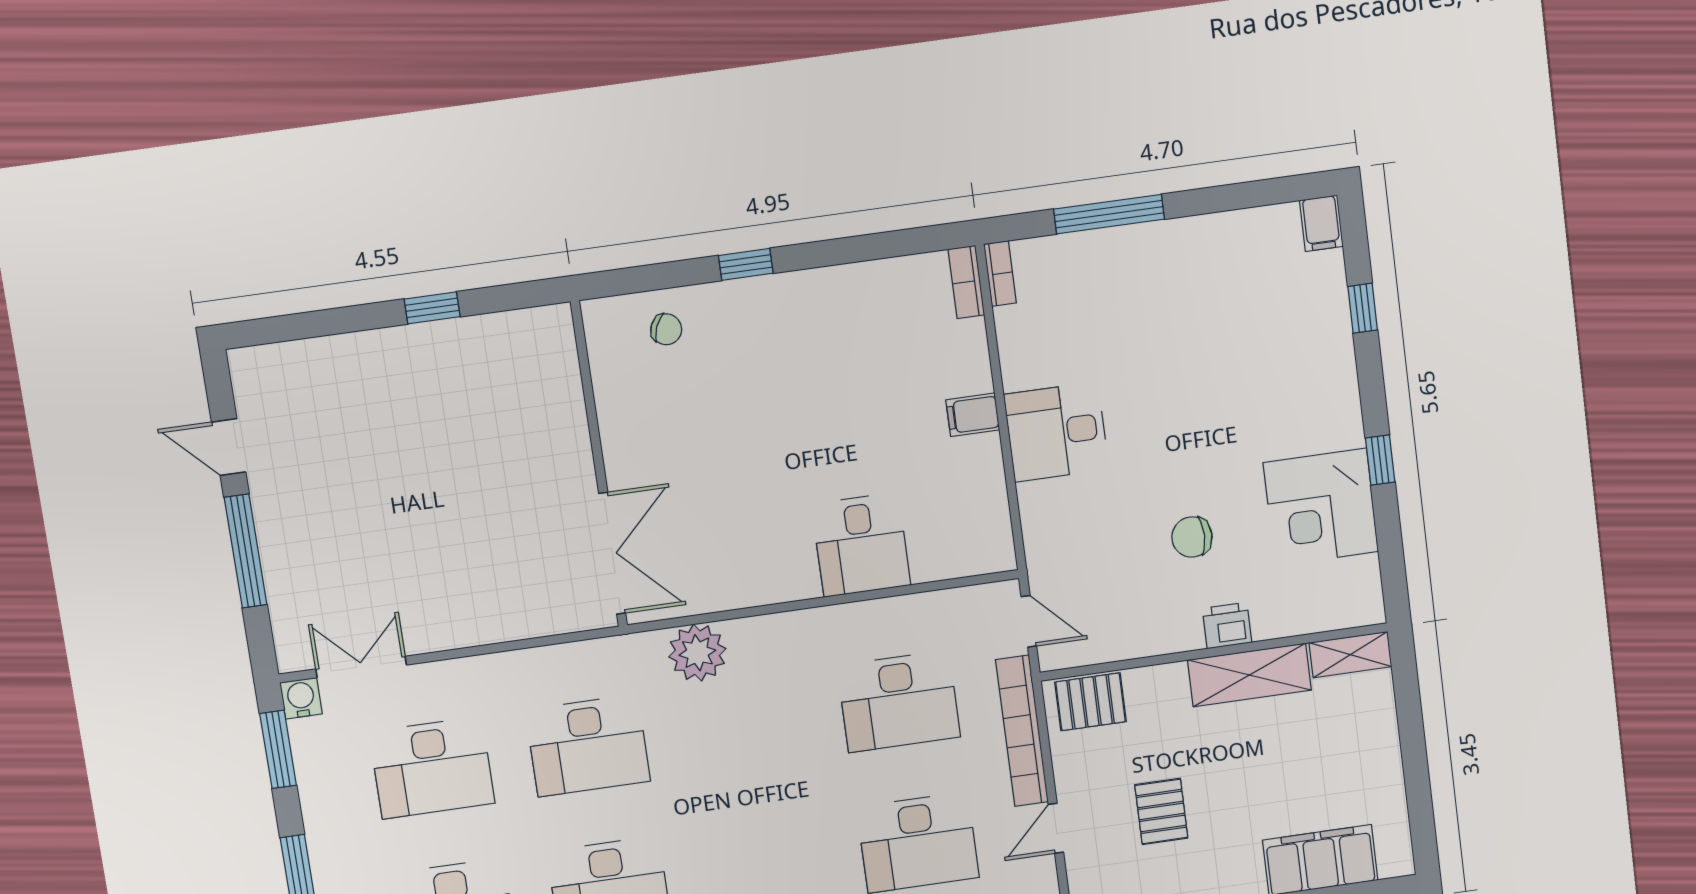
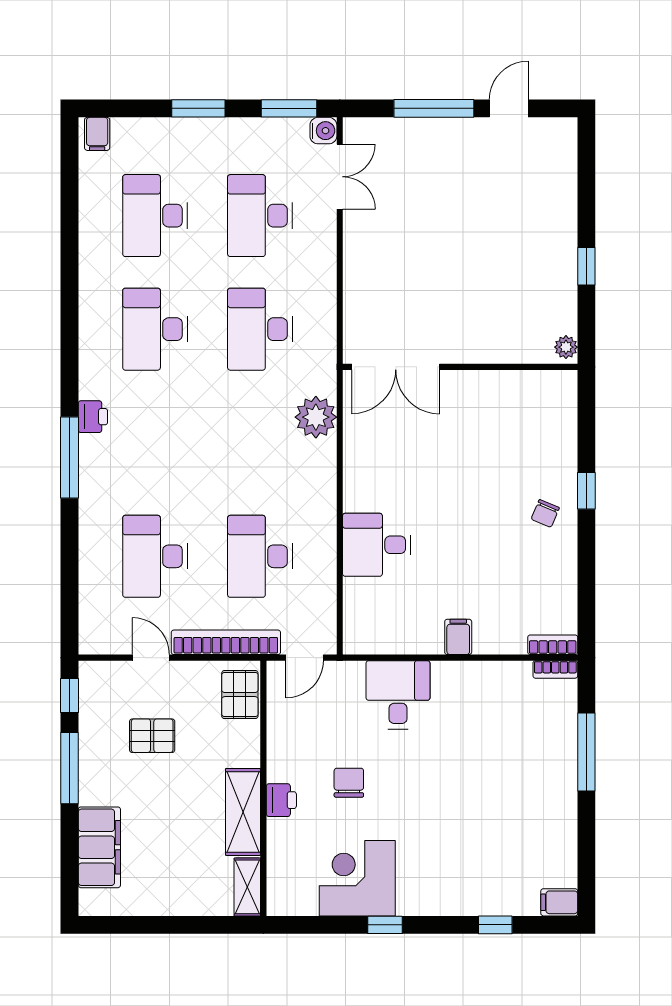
plant: (550, 321) -> (566, 347), added
chair: (666, 329) -> (545, 513), moved
desk: (1056, 432) -> (398, 695), moved

